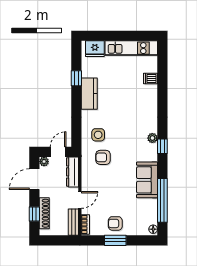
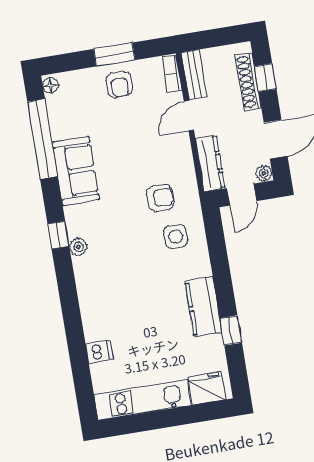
armchair: (115, 223) -> (119, 84), turned 90

